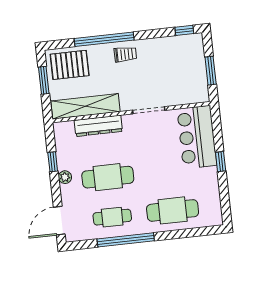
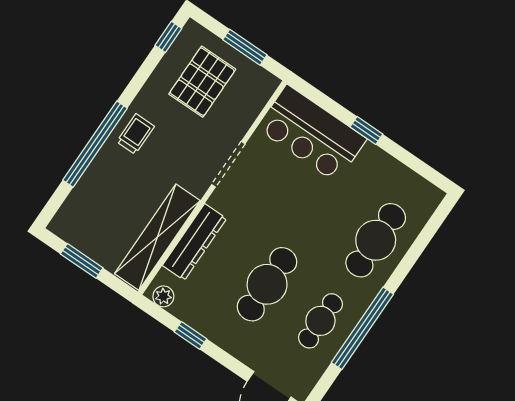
pallet: (70, 65) -> (202, 82), moved
plant: (65, 177) -> (163, 296), moved

